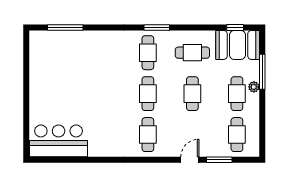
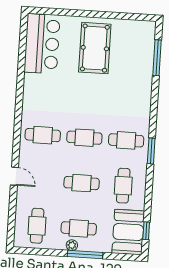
window: (262, 72) -> (85, 255), moved
plant: (254, 87) -> (72, 245), moved
pool table: (59, 89) -> (95, 48), added
cafe table: (237, 135) -> (37, 226), turned 90
window: (219, 160) -> (13, 206), removed

